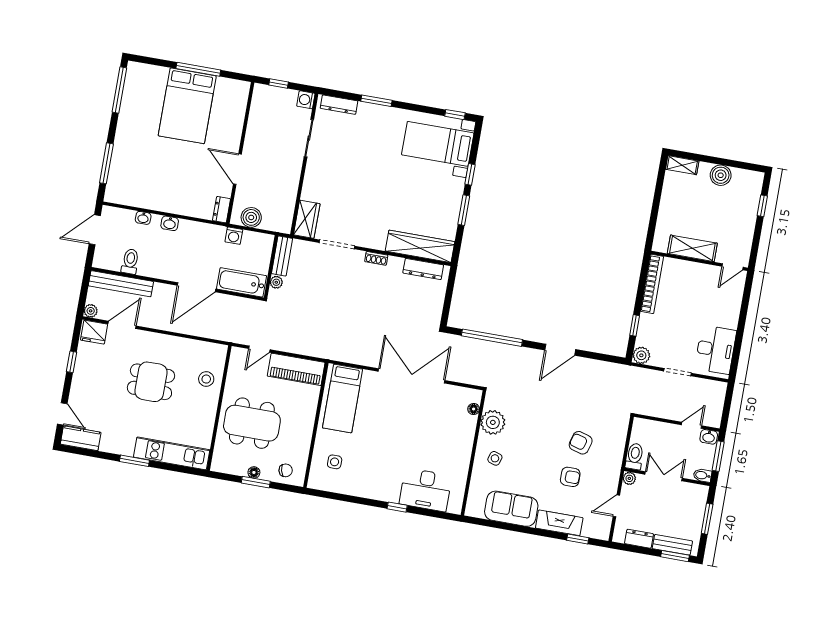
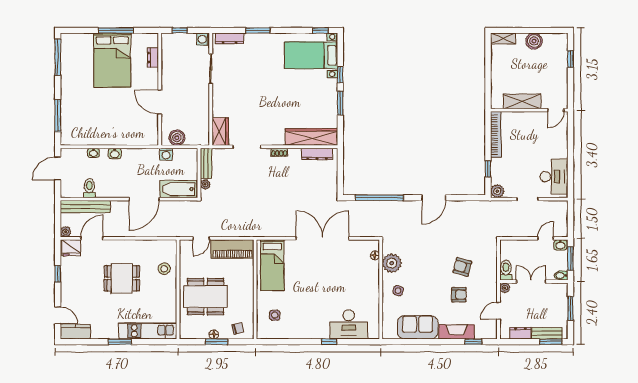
dresser: (221, 210) -> (153, 58), moved

